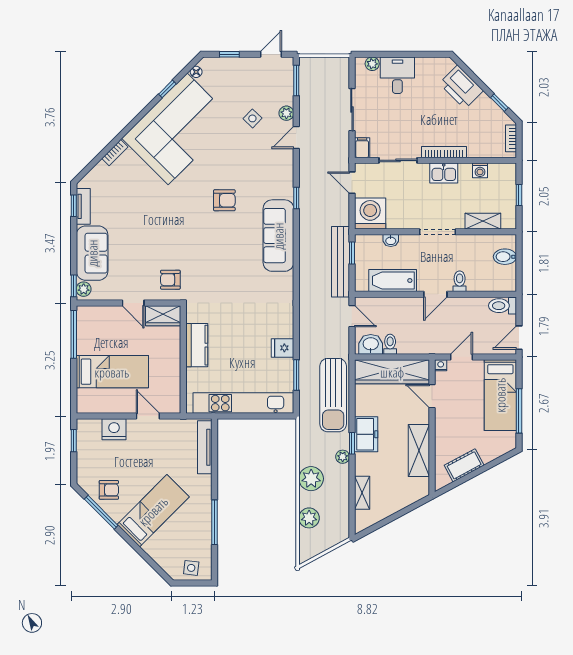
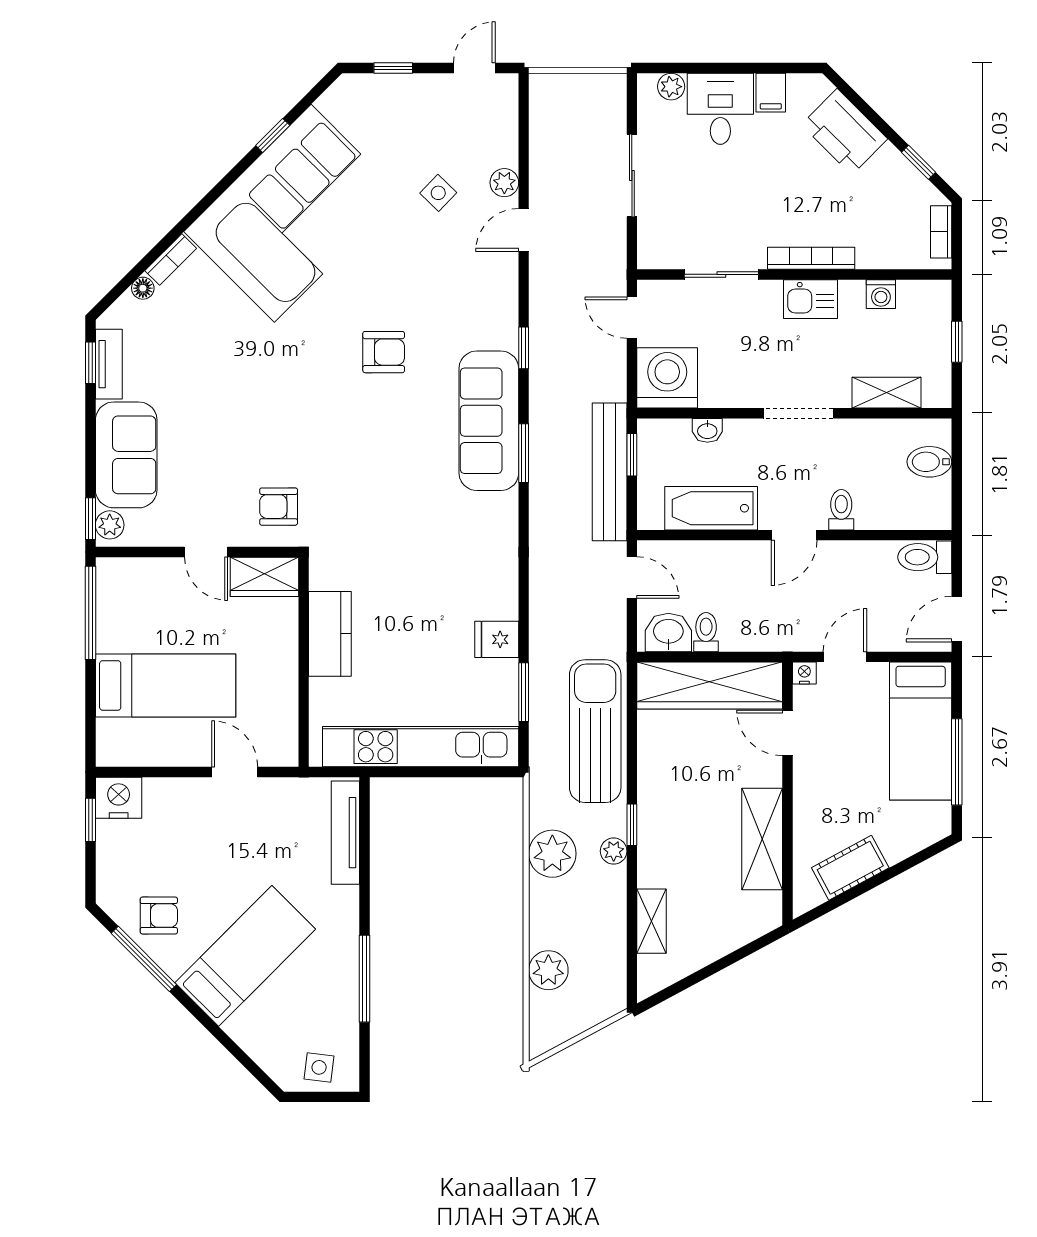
floor lamp: (196, 72) -> (143, 288), moved
window: (296, 80) -> (524, 453), moved
filing cabinet: (362, 148) -> (771, 93), moved, turned 180
sun lounger: (333, 395) -> (595, 731), turned 180
nightstand: (114, 429) -> (119, 798), moved
freezer: (366, 434) -> (659, 807), removed
plant: (311, 479) -> (552, 854), moved

